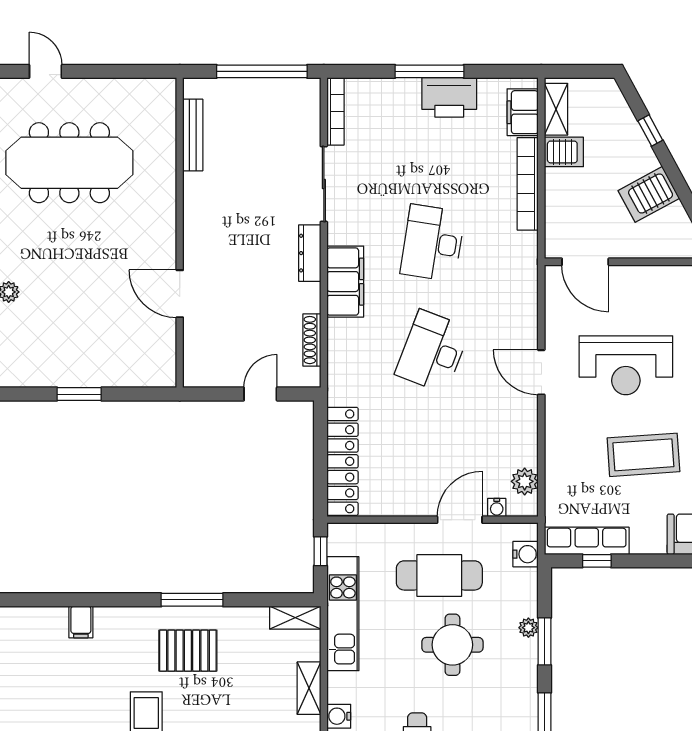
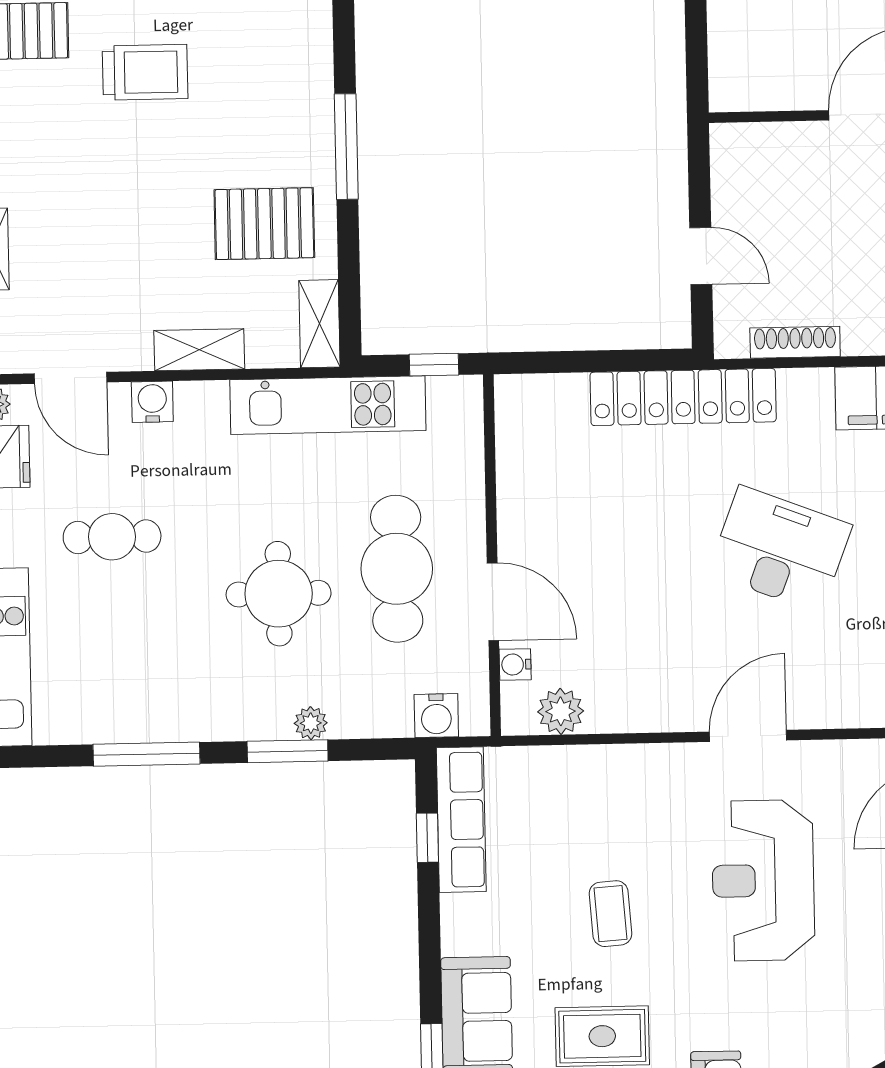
coffee table: (643, 455) -> (611, 914), width x0.54, depth x0.58
locker: (343, 461) -> (683, 397), moved
pallet: (188, 651) -> (264, 224), moved, turned 90

